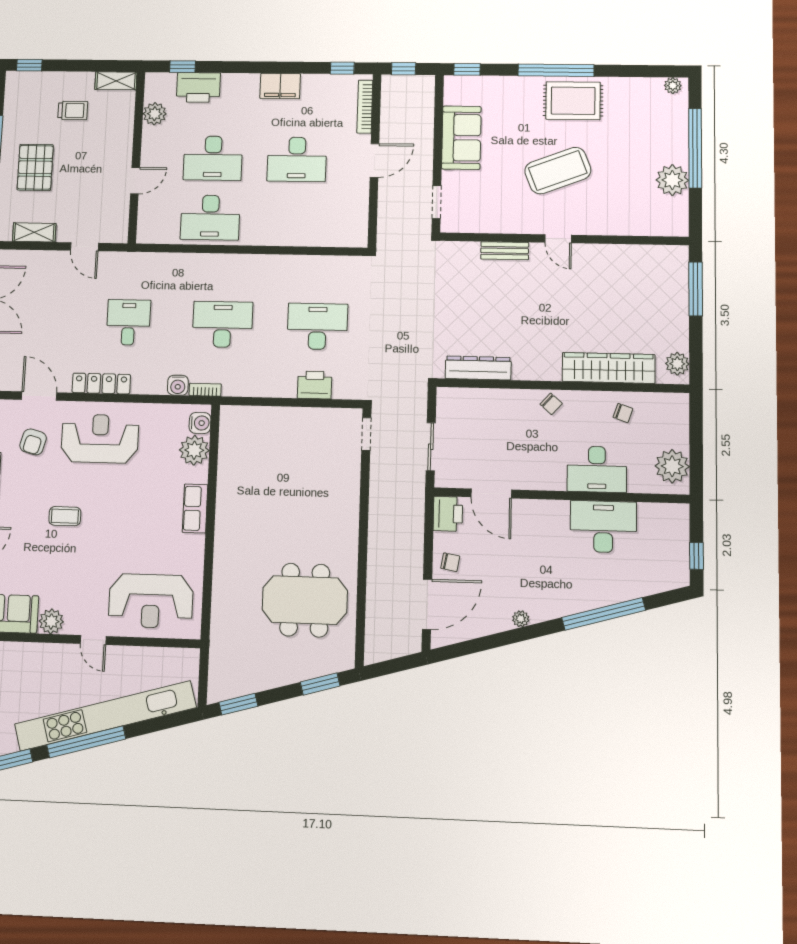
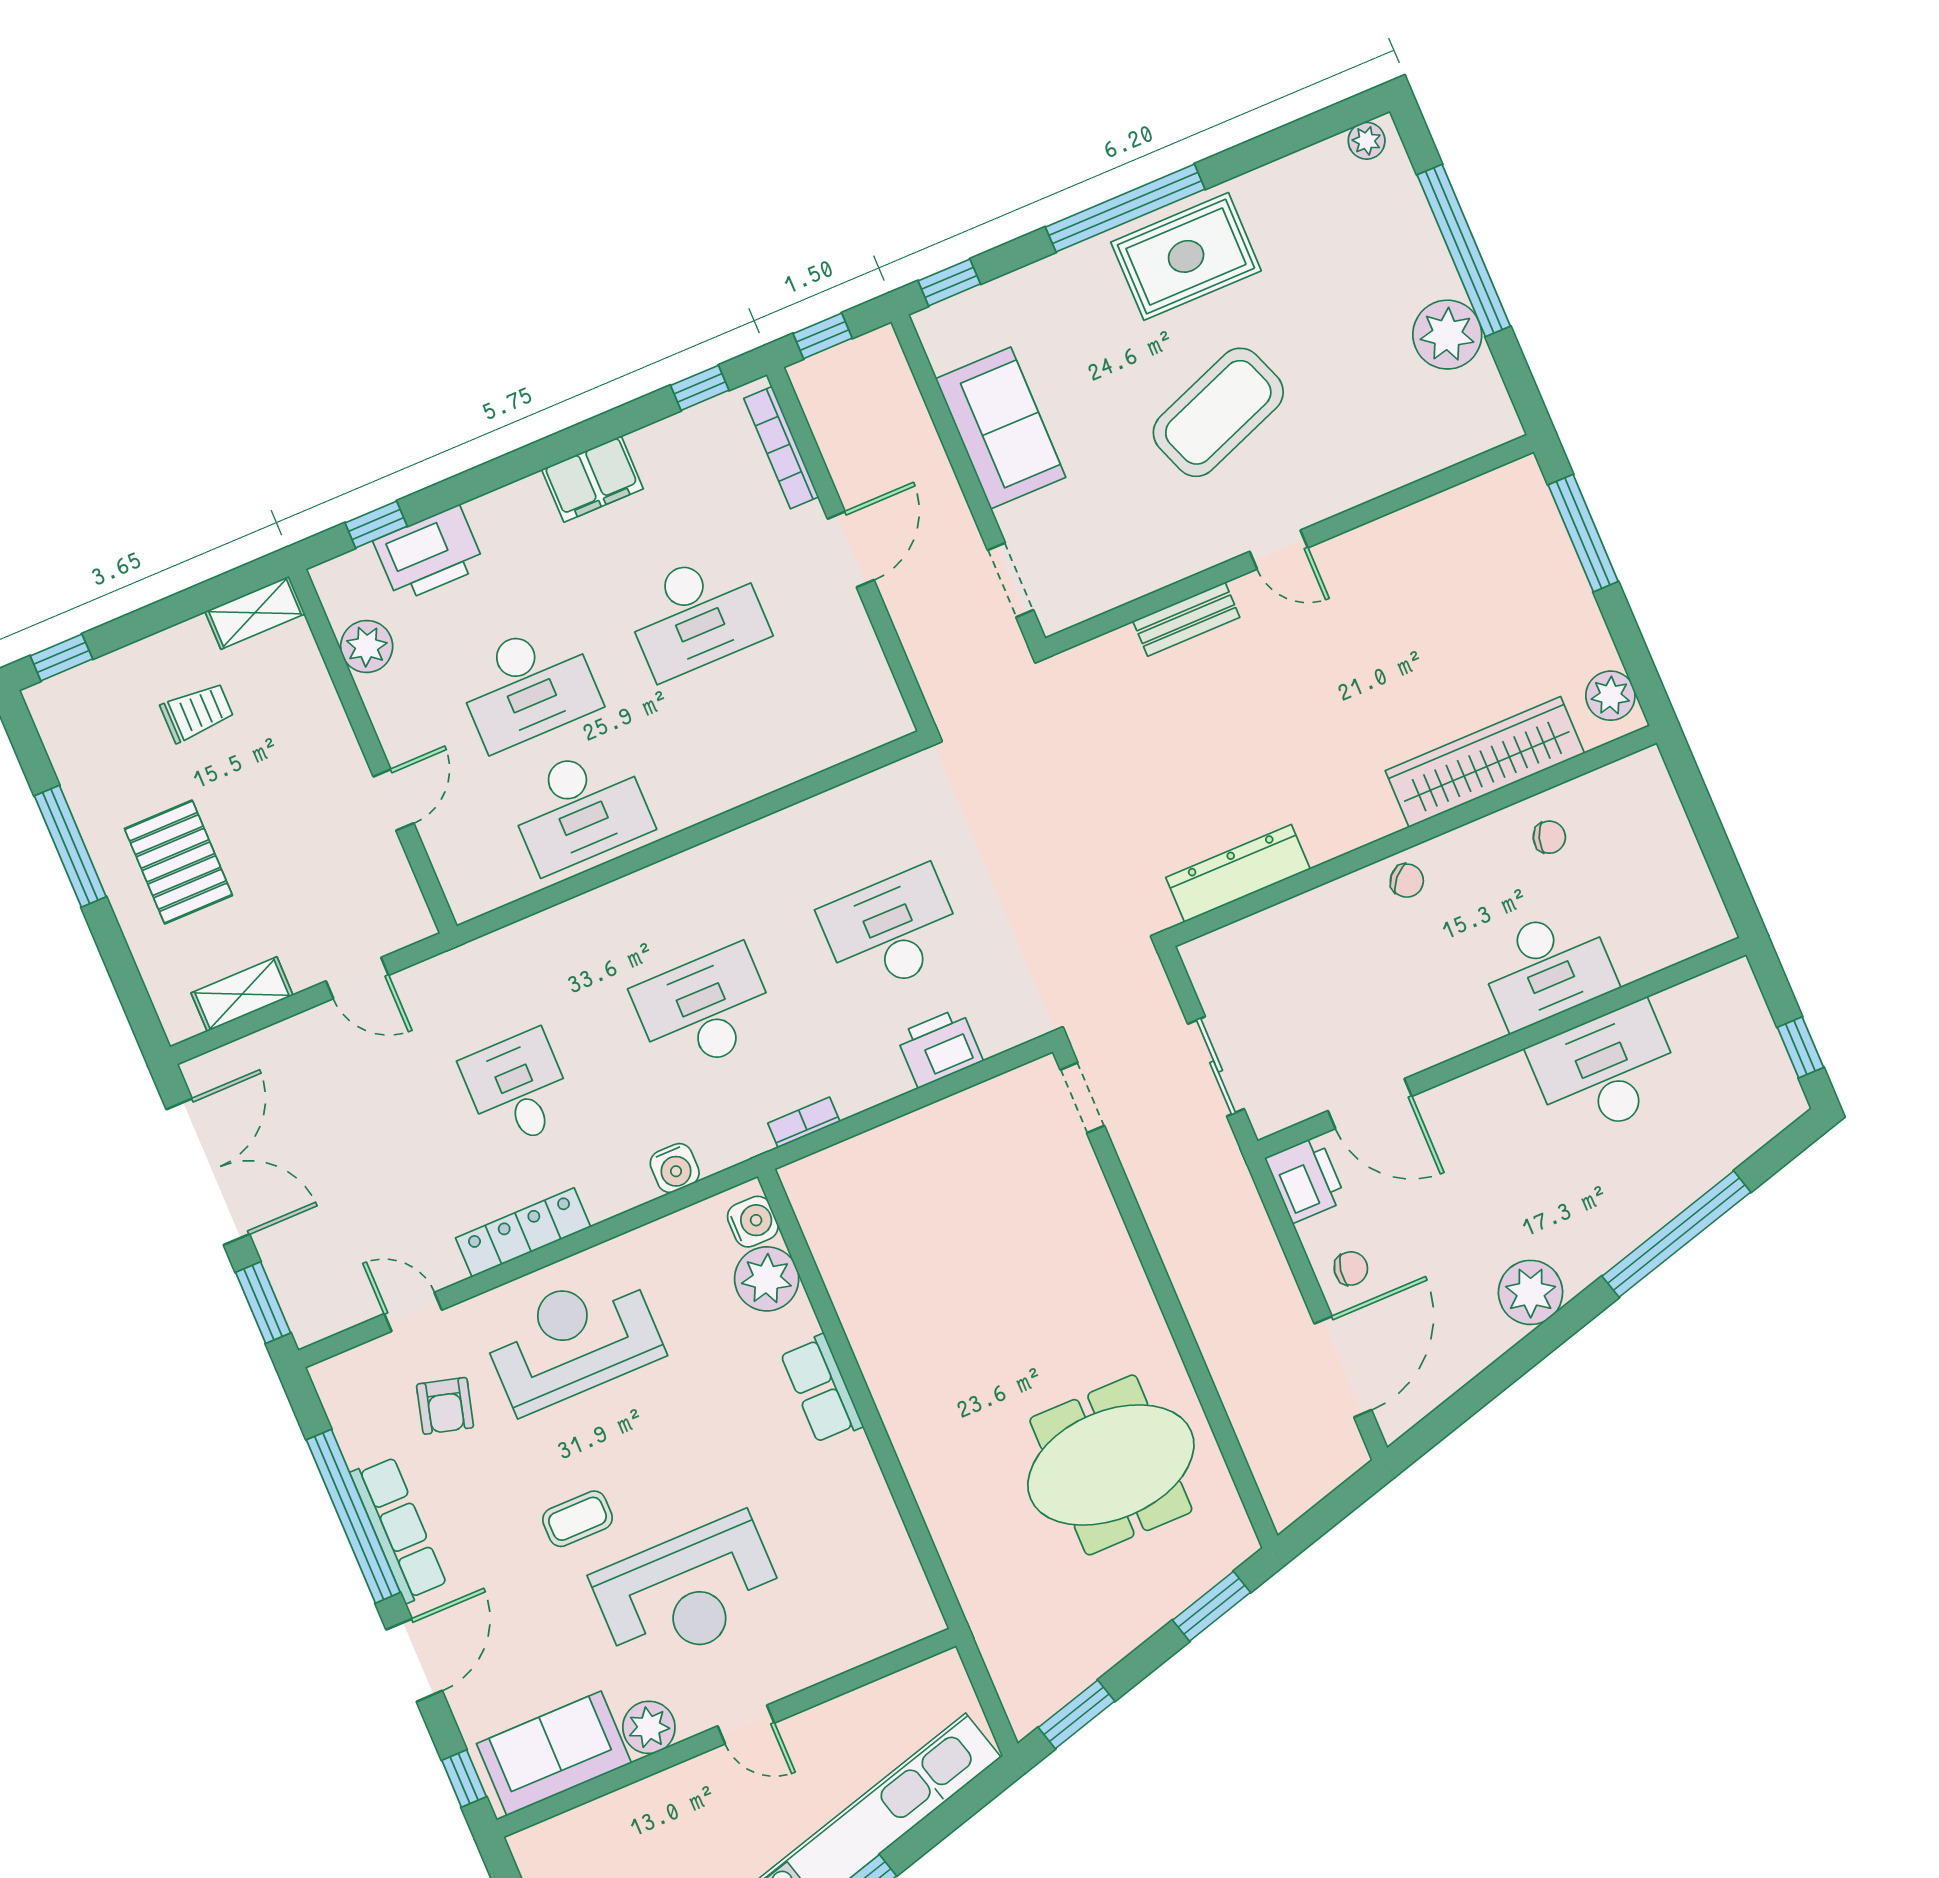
bookcase: (205, 390) -> (804, 1122), moved
door: (39, 396) -> (413, 1312), width x0.73
plant: (672, 466) -> (1684, 898), removed
reception desk: (151, 601) -> (688, 1592), moved
plant: (521, 619) -> (1531, 1292), width x1.88, depth x1.88

